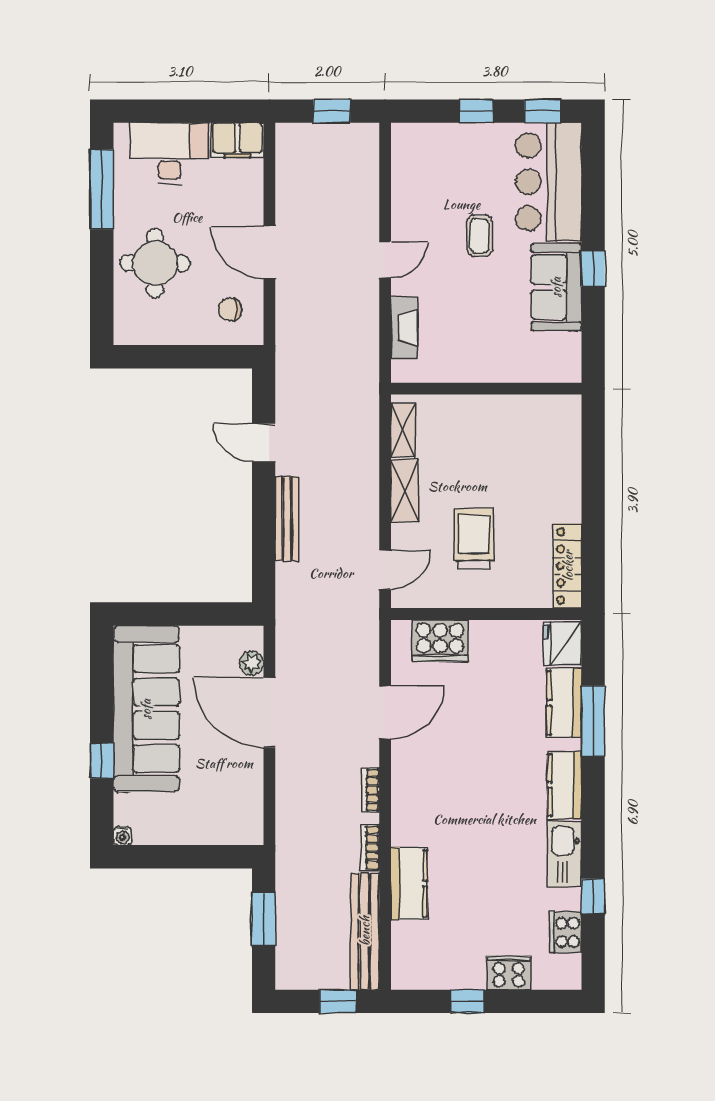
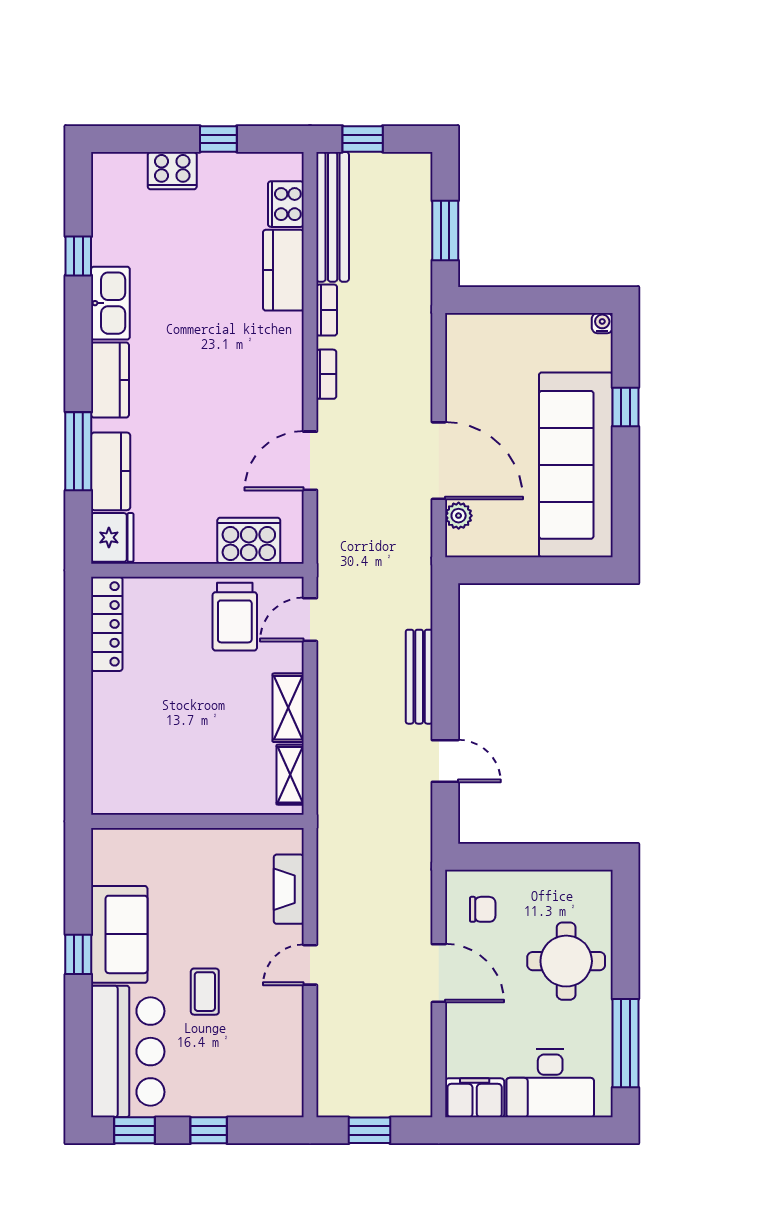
trolley: (474, 539) -> (235, 617), moved
cooker: (566, 932) -> (286, 204), moved, turned 180

